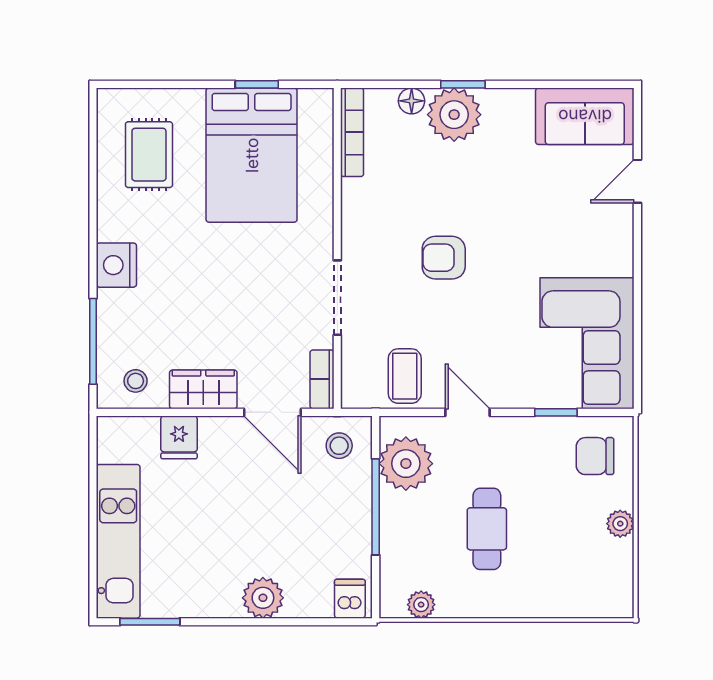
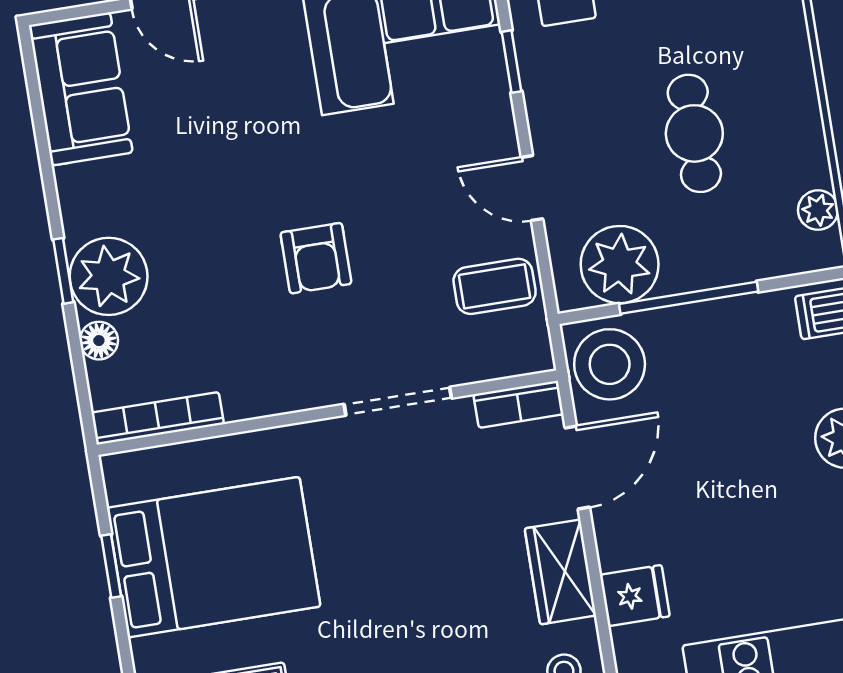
door: (468, 412) -> (532, 188), hinge flipped
stool: (339, 446) -> (610, 364), width x1.89, depth x1.89
cafe table: (487, 529) -> (694, 133), turned 90

